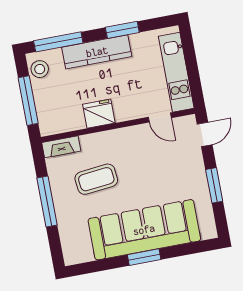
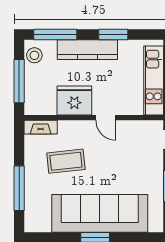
fridge: (99, 114) -> (74, 100), width x1.36, depth x1.34
door: (160, 118) -> (106, 118), moved
window: (47, 202) -> (19, 188), moved

